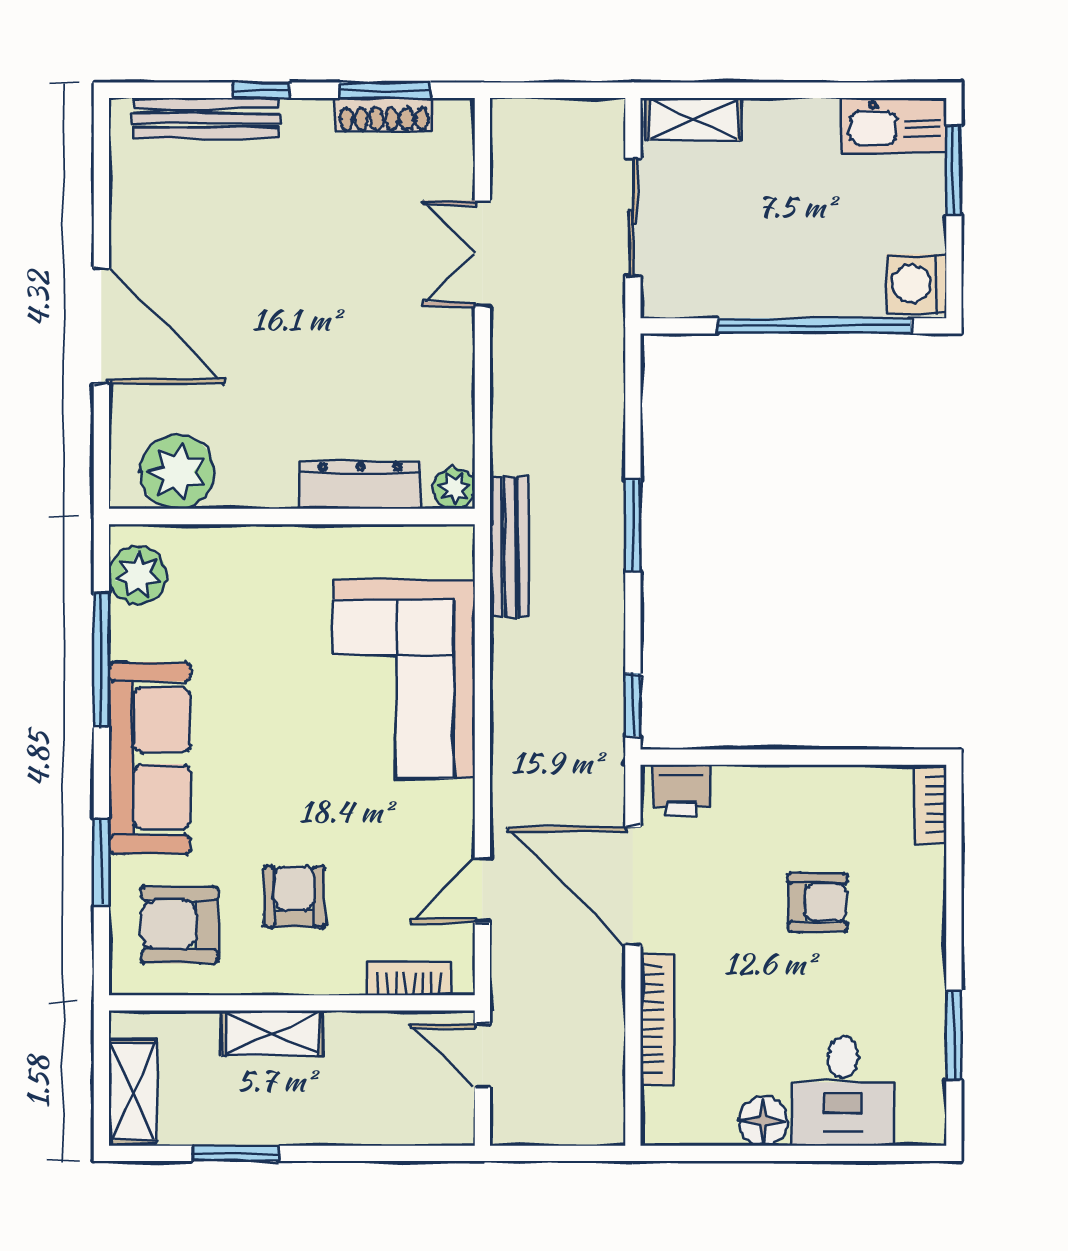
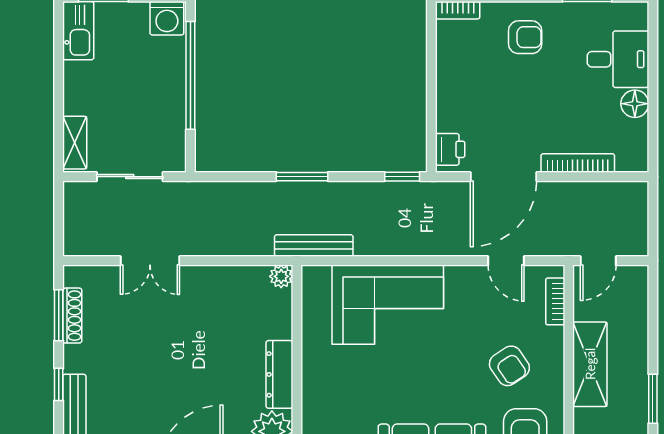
dresser: (360, 485) -> (279, 374), moved
armchair: (294, 897) -> (509, 366), turned -124
armchair: (818, 902) -> (525, 37), moved, turned 90
shelving: (272, 1033) -> (590, 364), width x1.50, depth x1.33

